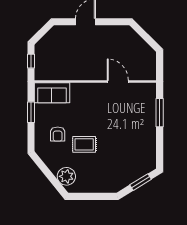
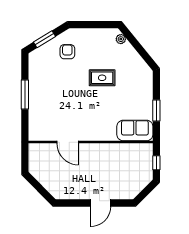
window: (160, 113) -> (25, 95), moved
armchair: (58, 134) -> (67, 52), moved
plant: (66, 176) -> (121, 39), width x0.53, depth x0.53

